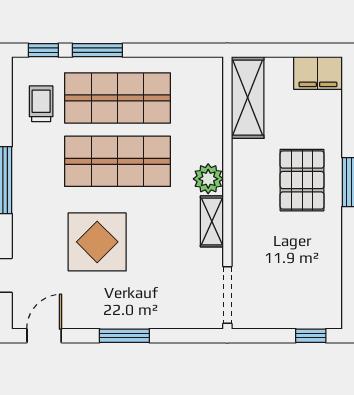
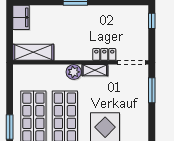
pallet: (302, 180) -> (74, 25), removed
locker: (243, 240) -> (104, 54), added
window: (124, 336) -> (152, 90), moved

